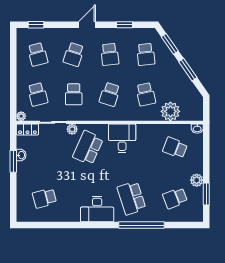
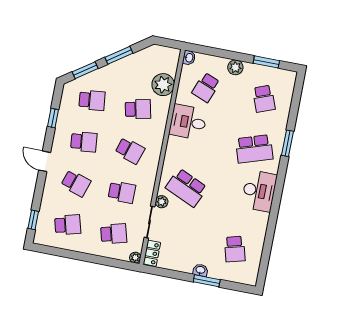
desk: (122, 138) -> (188, 122), moved
washbasin: (21, 155) -> (200, 270), moved
window: (13, 161) -> (207, 281), moved
plant: (197, 180) -> (235, 67), moved
window: (142, 225) -> (287, 143), width x0.47

